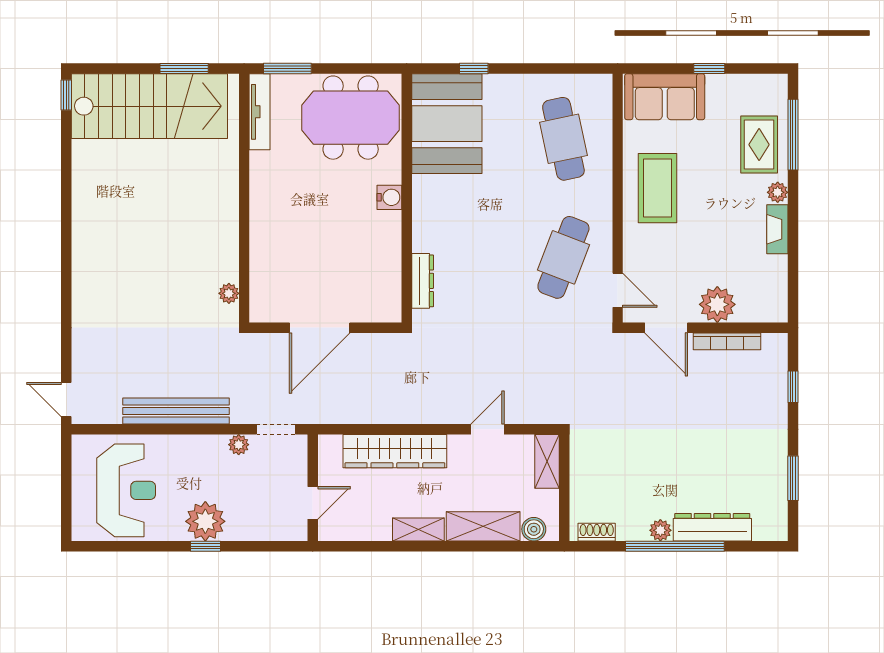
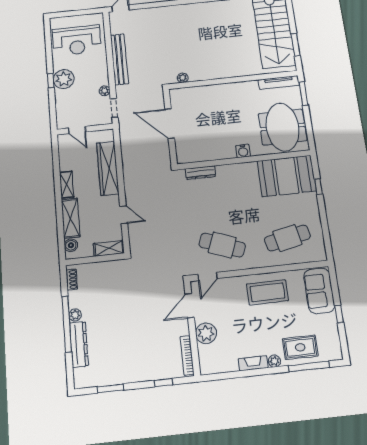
bookcase: (727, 341) -> (187, 355), moved

